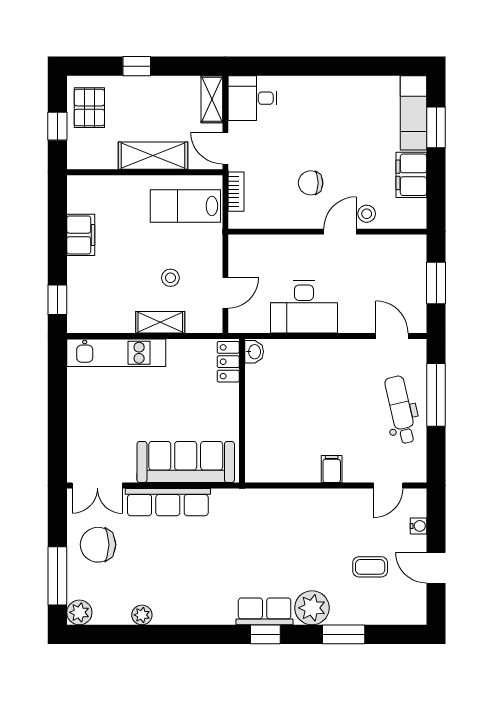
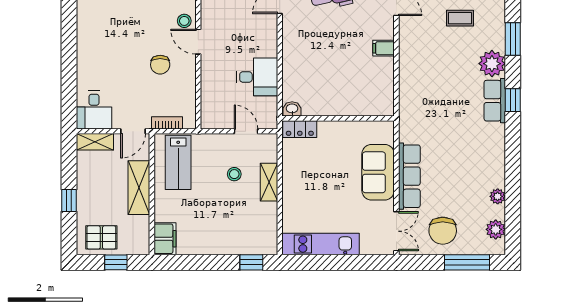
filing cabinet: (81, 235) -> (165, 239), moved, turned 90
desk: (304, 307) -> (257, 77), width x0.73
kitchen unit: (116, 353) -> (321, 244), moved, turned -90
sofa: (186, 462) -> (378, 172), width x0.73
coffee table: (370, 567) -> (460, 18), turned 90
plant: (79, 612) -> (496, 229), moved

